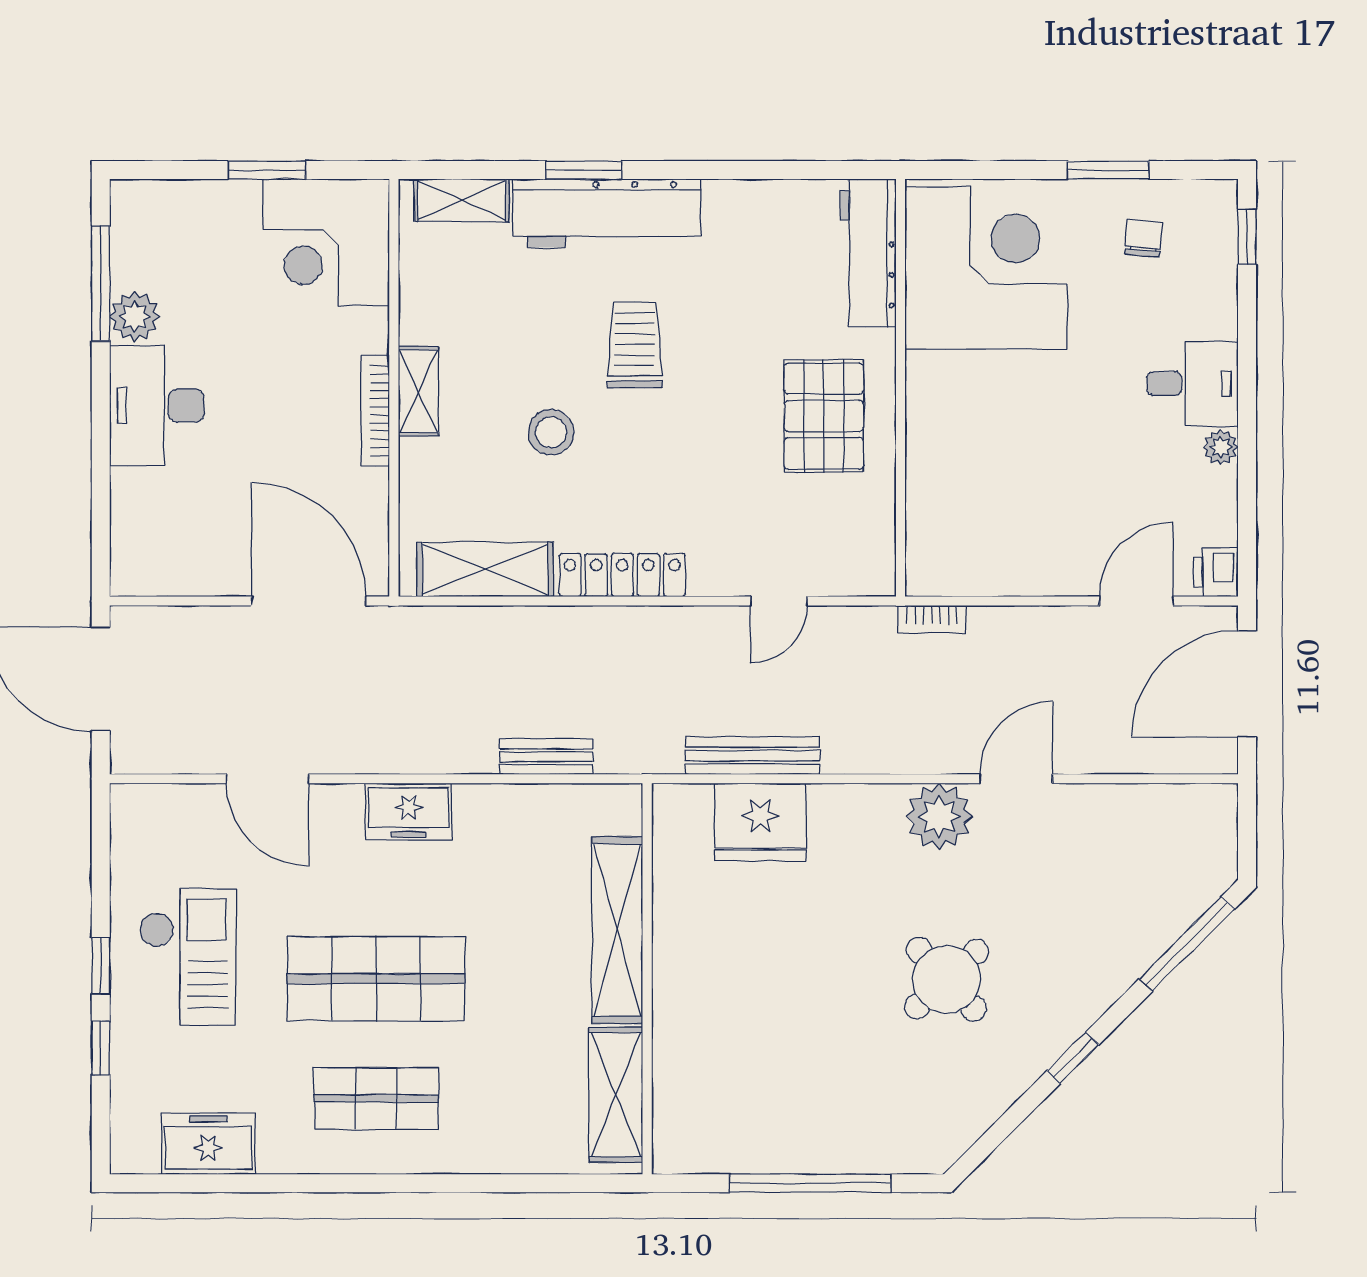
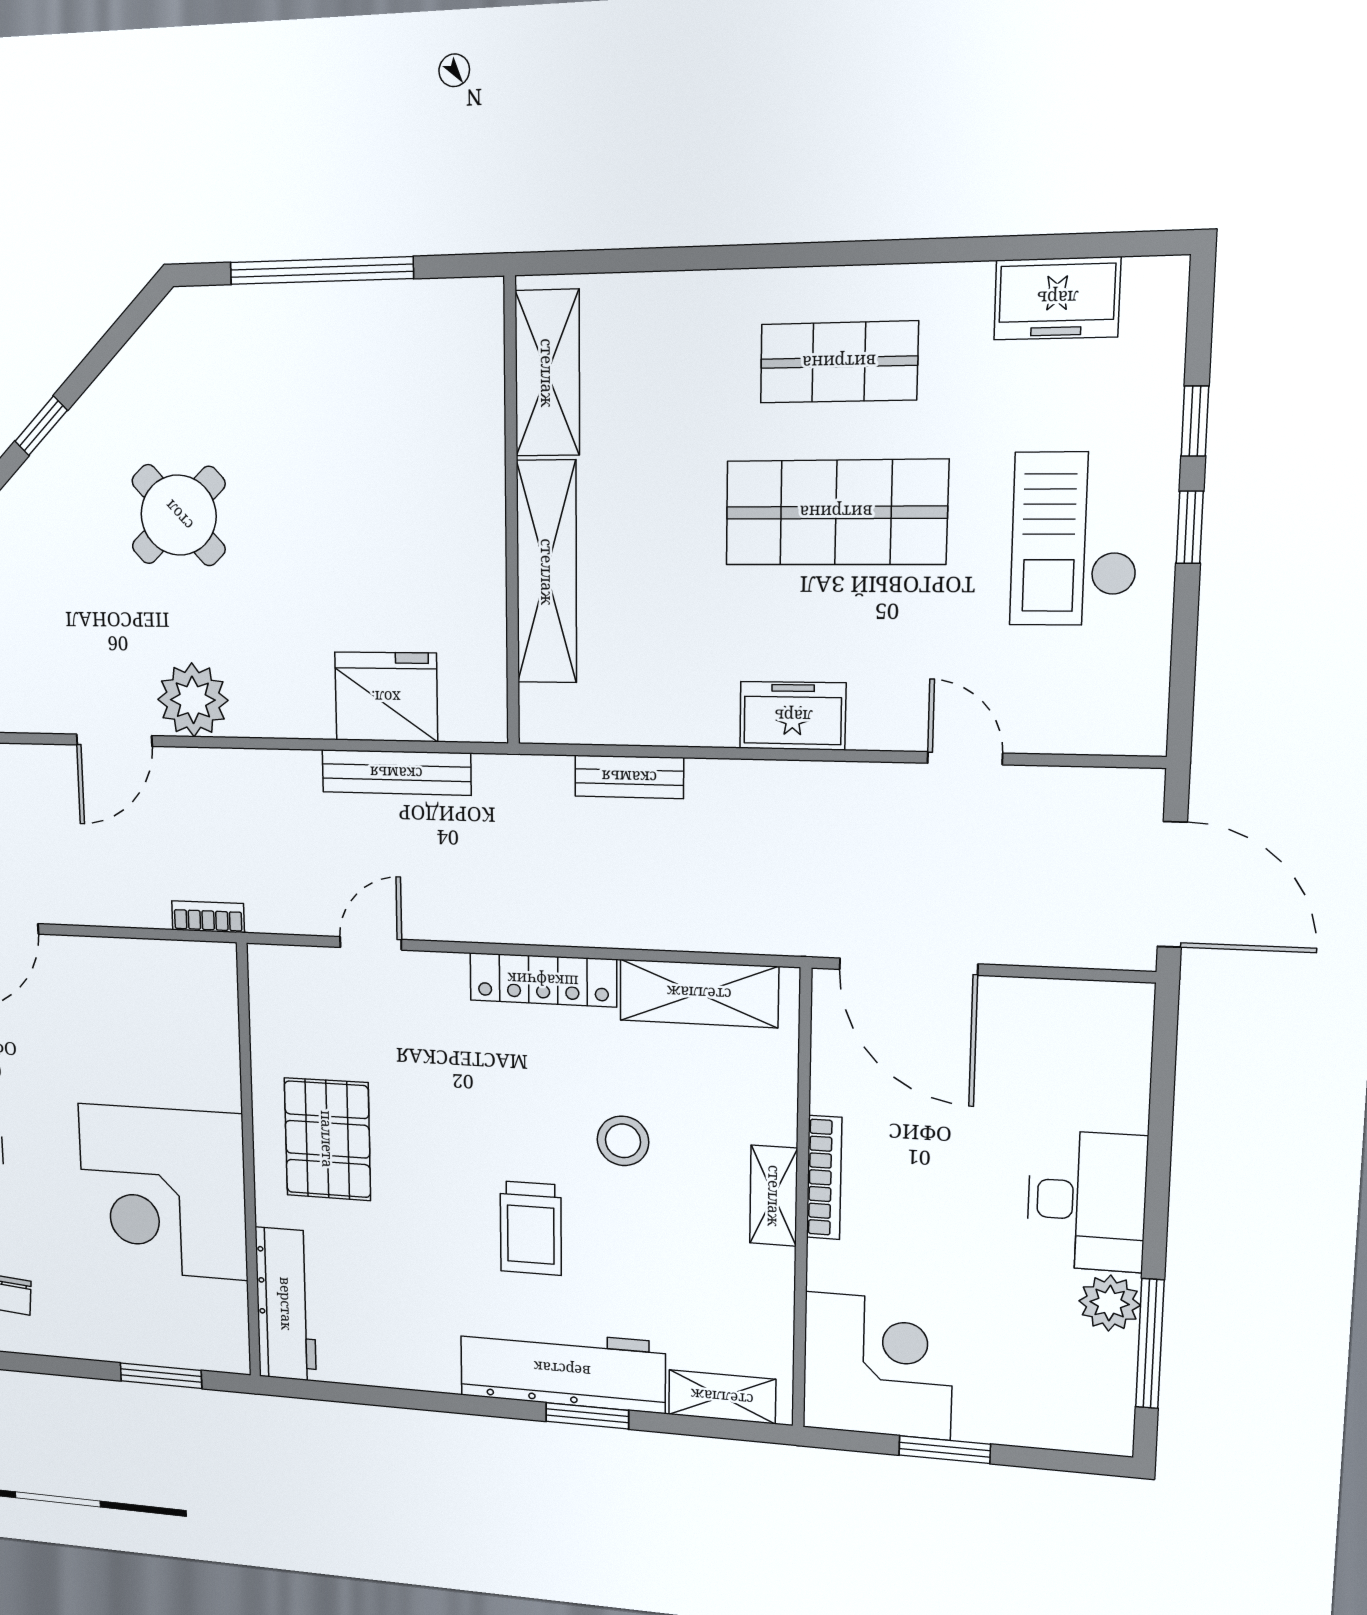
window: (1108, 170) -> (161, 1376), moved
corner desk: (986, 268) -> (163, 1192), moved
door: (268, 779) -> (965, 758), width x0.73

